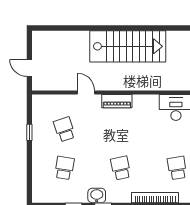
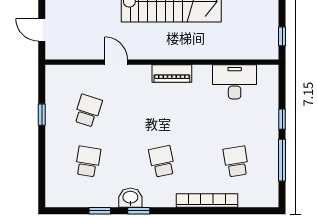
piano: (117, 101) -> (172, 73), moved
school desk: (64, 129) -> (88, 111), turned 36

